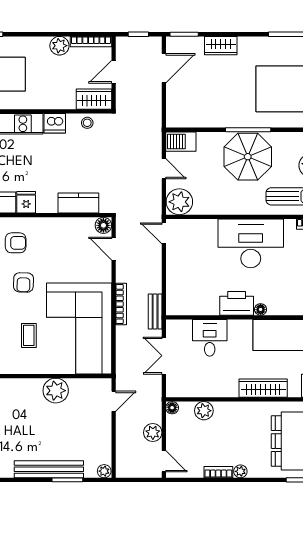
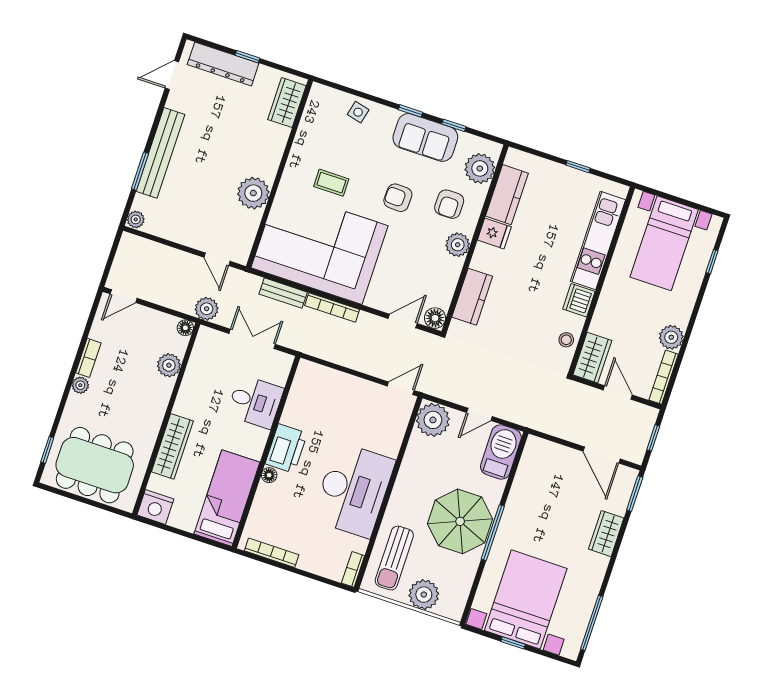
barbecue: (181, 142) -> (501, 452), width x1.37, depth x1.21
plant: (44, 227) -> (458, 245), added
bench: (155, 311) -> (283, 293), moved
plant: (153, 433) -> (207, 309), moved

